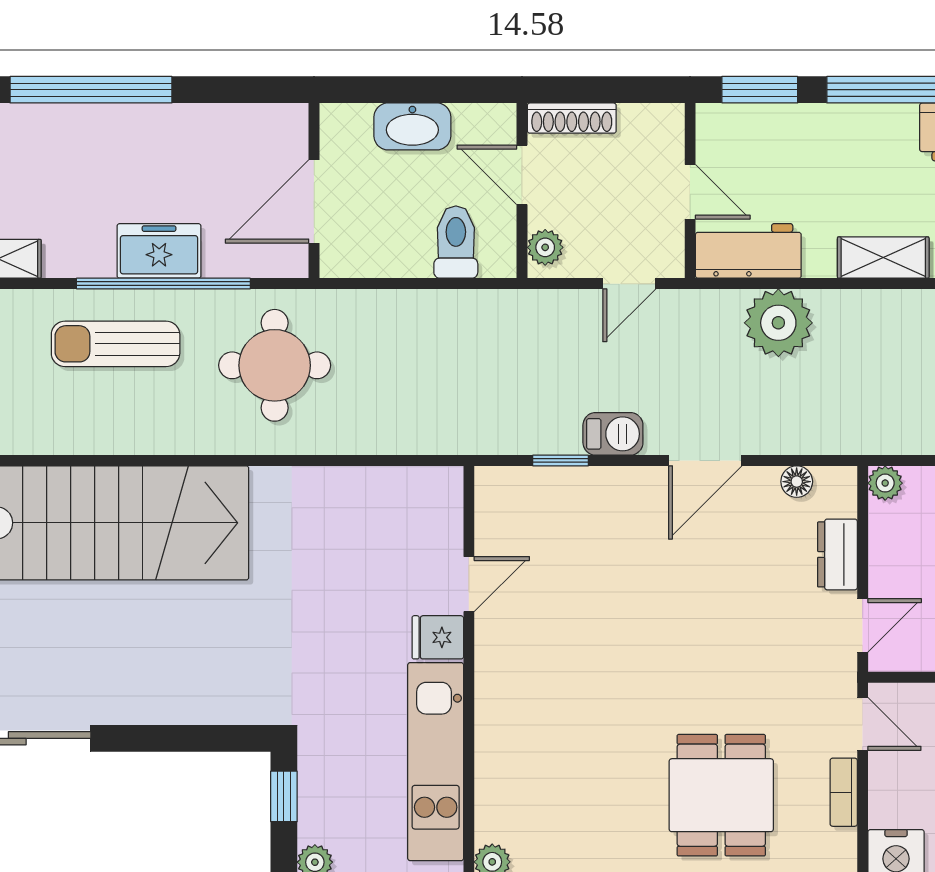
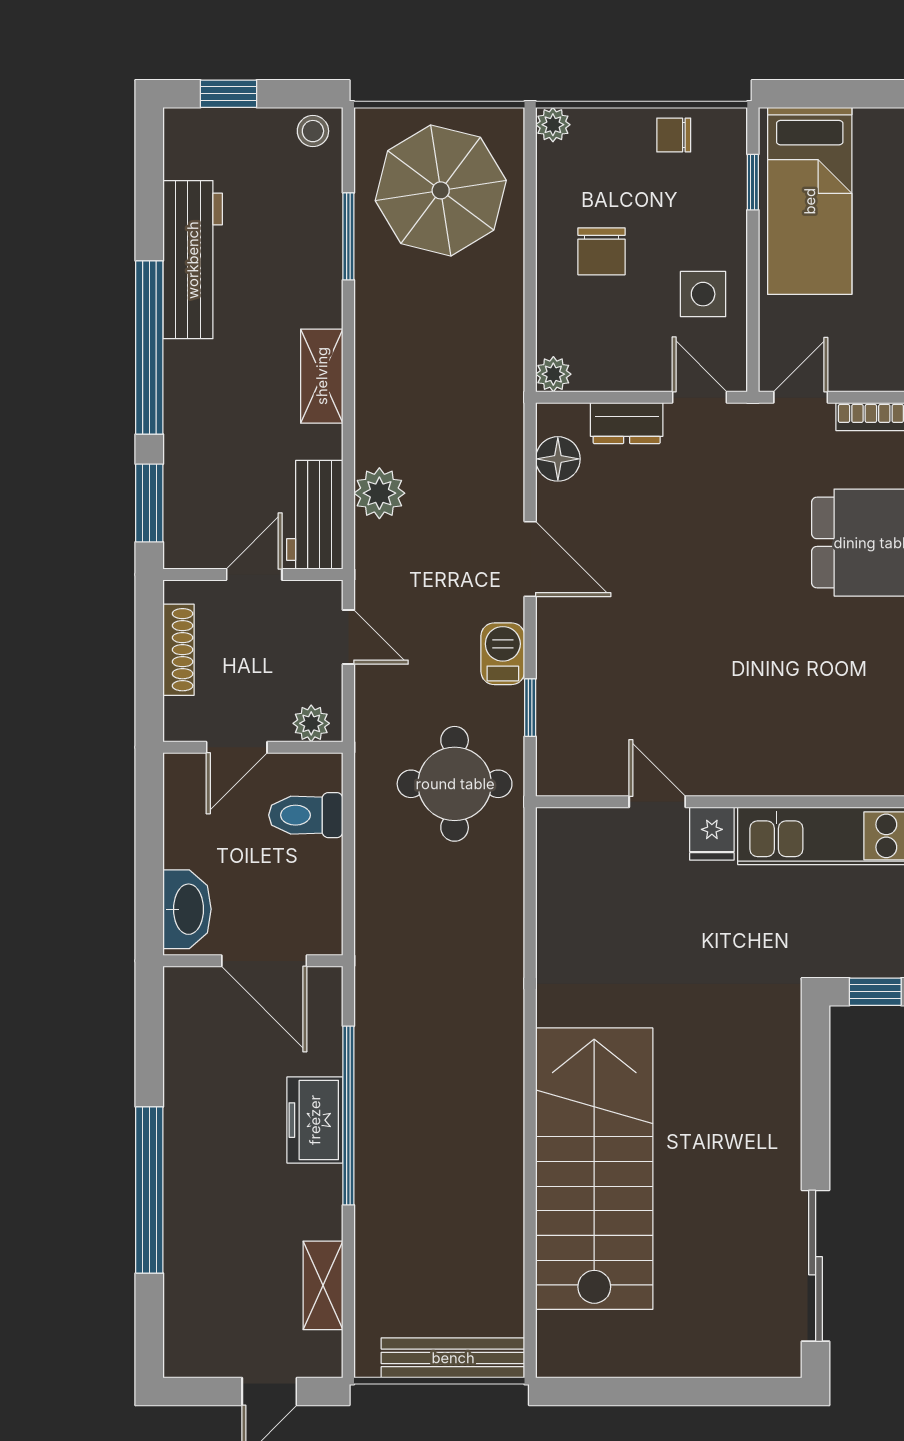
shoe rack: (572, 118) -> (178, 650), moved
washbasin: (412, 126) -> (187, 909), moved
plant: (778, 323) -> (379, 493), width x0.73, depth x0.73
sun lounger: (116, 344) -> (410, 1165), removed
round table: (275, 365) -> (455, 784), moved
floor lamp: (797, 482) -> (558, 459), width x1.37, depth x1.37

